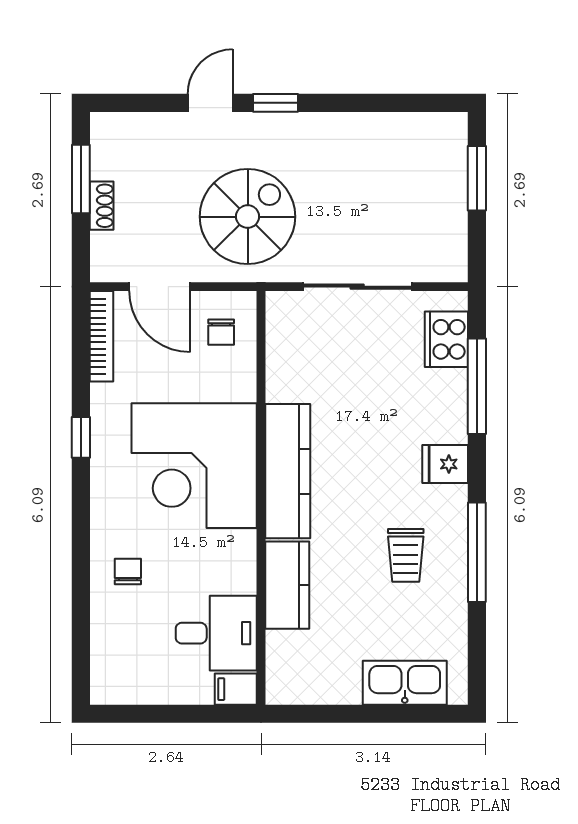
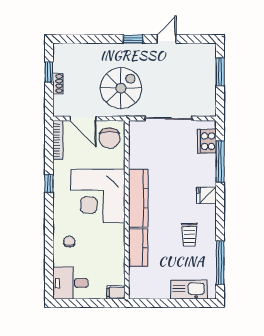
door: (210, 103) -> (167, 39), moved
window: (81, 179) -> (49, 72), width x0.67
chair: (221, 332) -> (110, 138), width x1.87, depth x1.87
window: (477, 552) -> (220, 263), moved
desk: (216, 633) -> (70, 283), moved, turned 180

